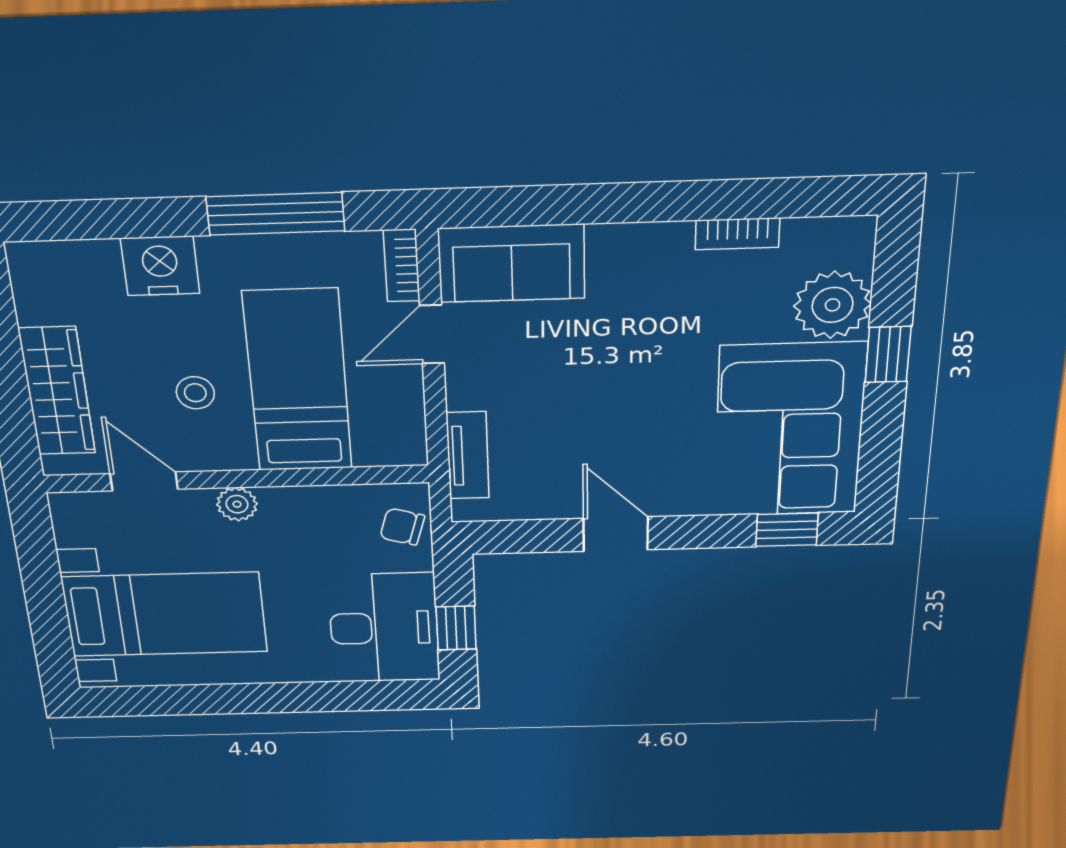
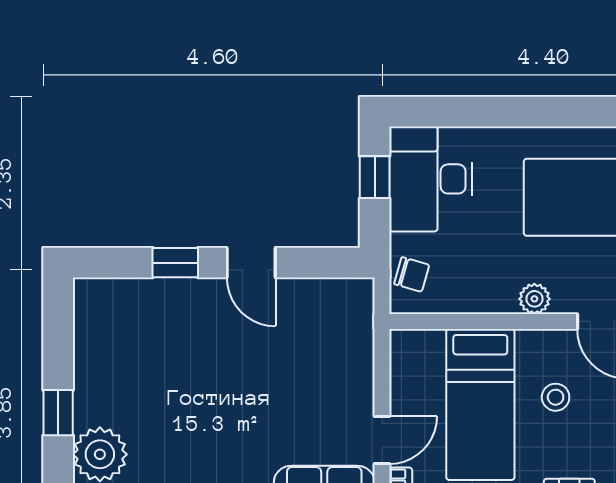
corner sofa: (789, 431) -> (125, 351), removed
tv unit: (468, 456) -> (360, 337), removed
window: (787, 530) -> (175, 263), moved

